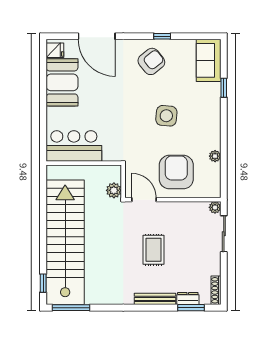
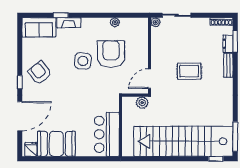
window: (162, 36) -> (20, 82), moved
fireplace: (214, 98) -> (69, 23), added
armchair: (176, 172) -> (111, 54), moved, turned 90
bench: (155, 299) -> (228, 65), width x0.73

